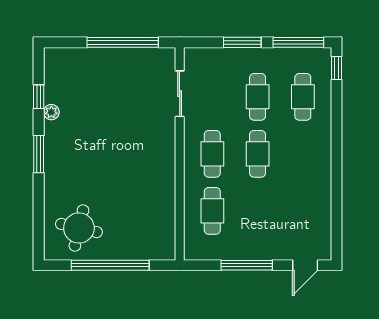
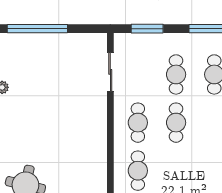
window: (123, 42) -> (37, 29), moved
window: (242, 42) -> (147, 29), moved

